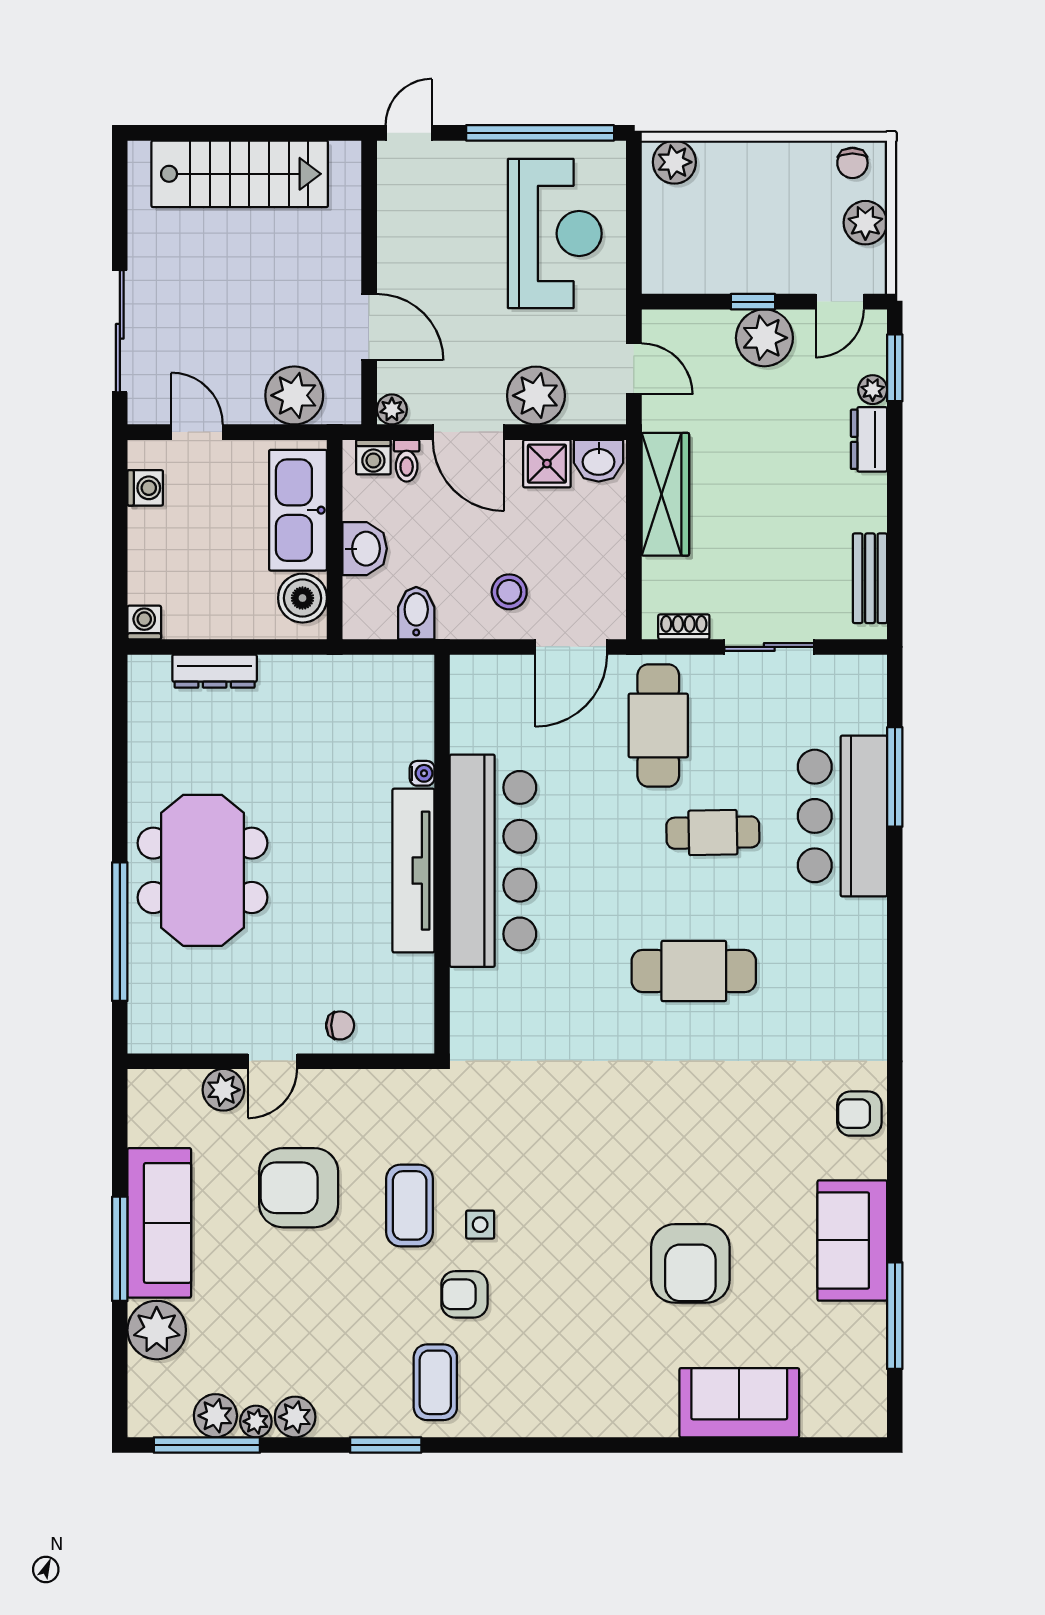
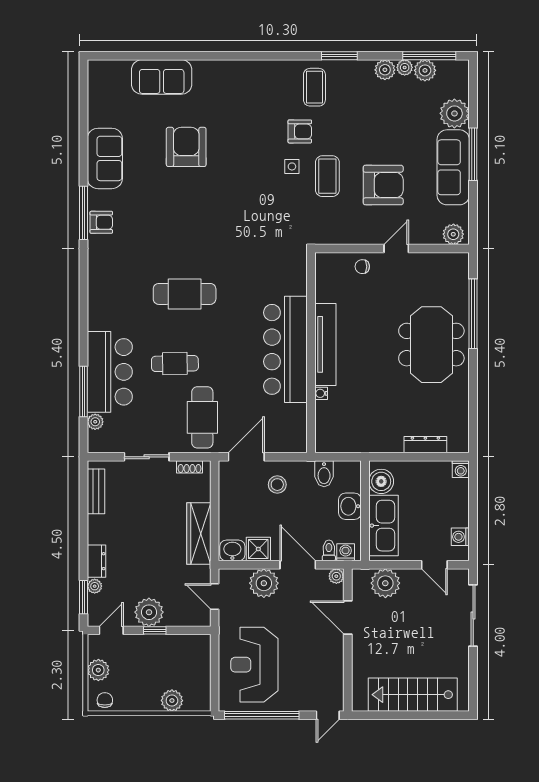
plant: (674, 162) -> (172, 701), moved
plant: (871, 717) -> (95, 422), added
plant: (223, 1090) -> (453, 234), moved
window: (895, 1316) -> (83, 213), moved

